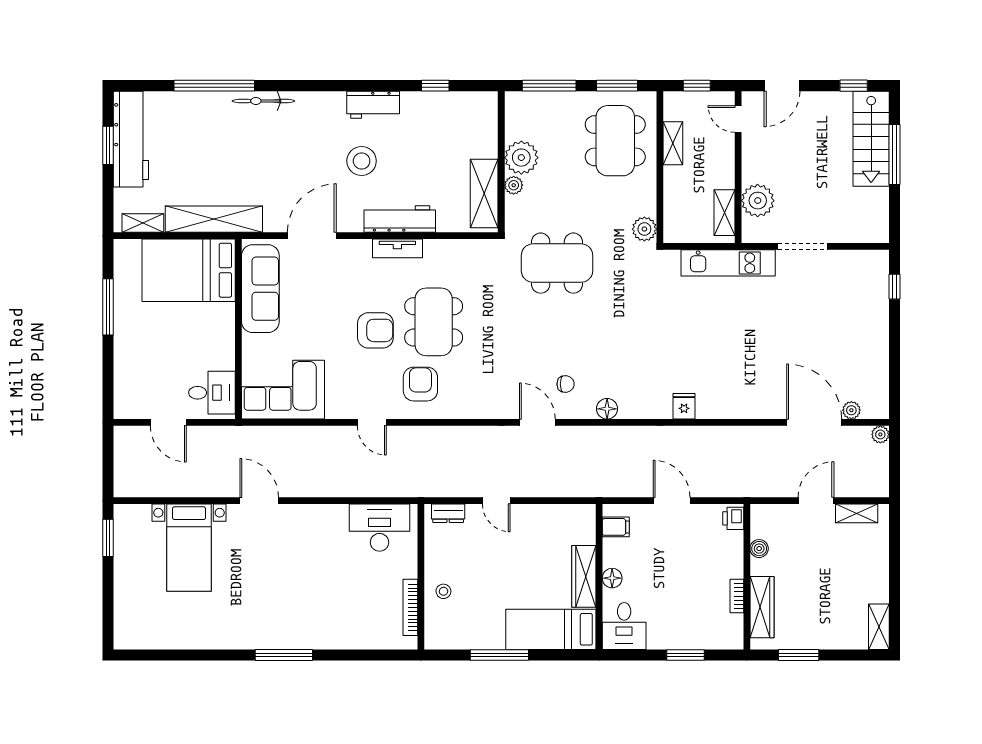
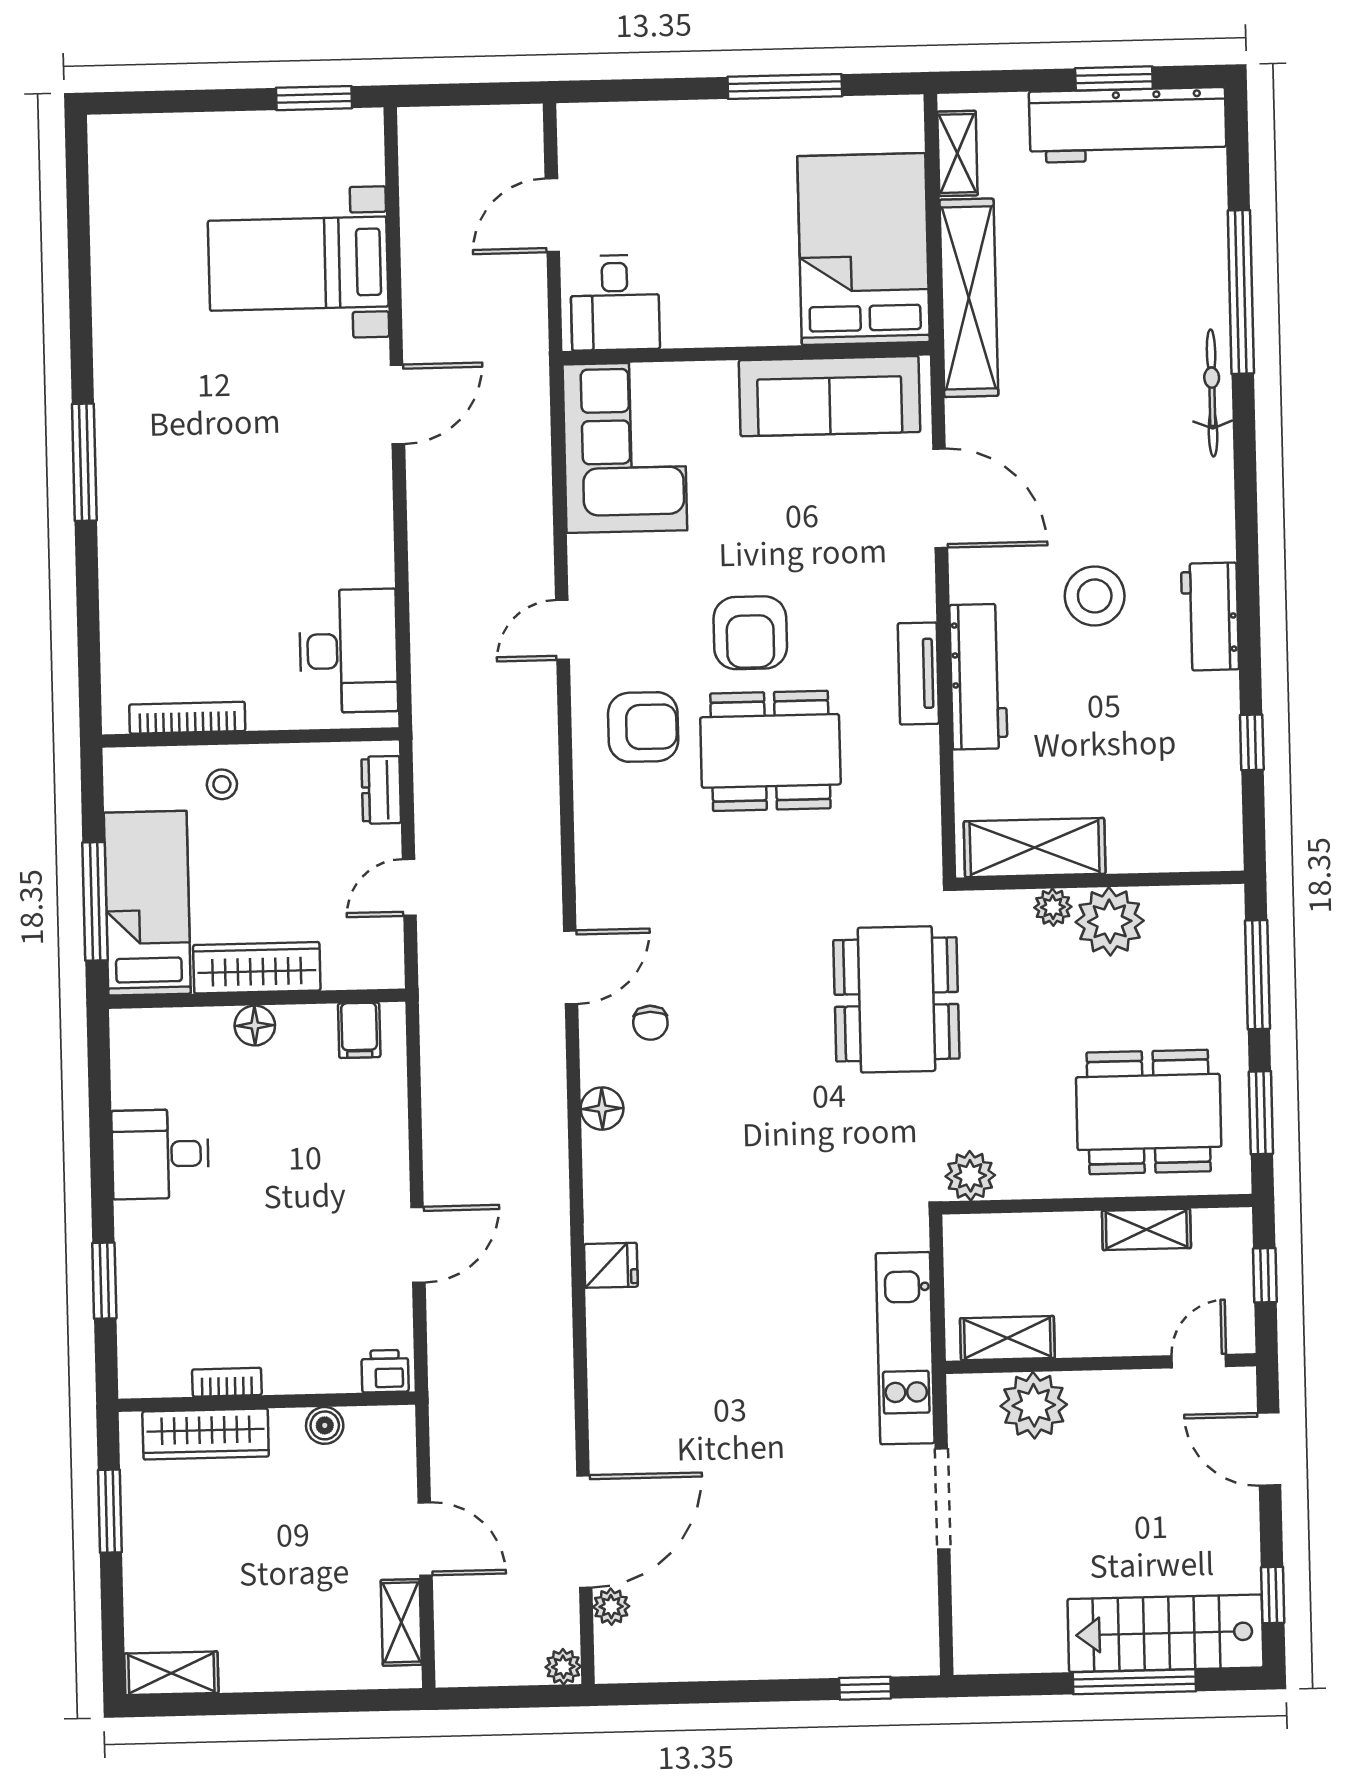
filing cabinet: (616, 527) -> (359, 1030), moved
wardrobe: (584, 576) -> (257, 968), moved
wall: (599, 577) -> (257, 999), moved
floor lamp: (612, 578) -> (255, 1026), moved
bed: (551, 629) -> (147, 903), moved

